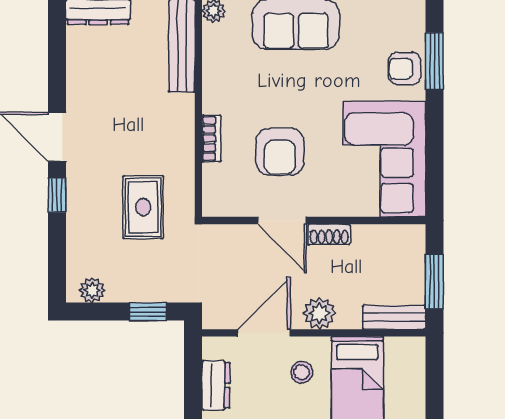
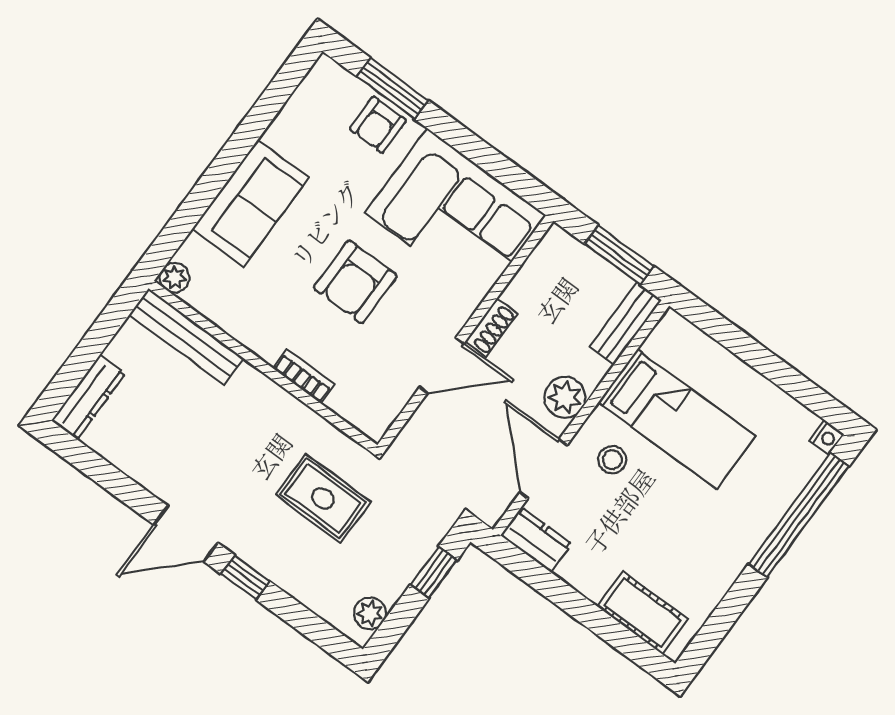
armchair: (280, 152) -> (355, 282), moved, turned 90
dresser: (216, 385) -> (536, 540), moved

